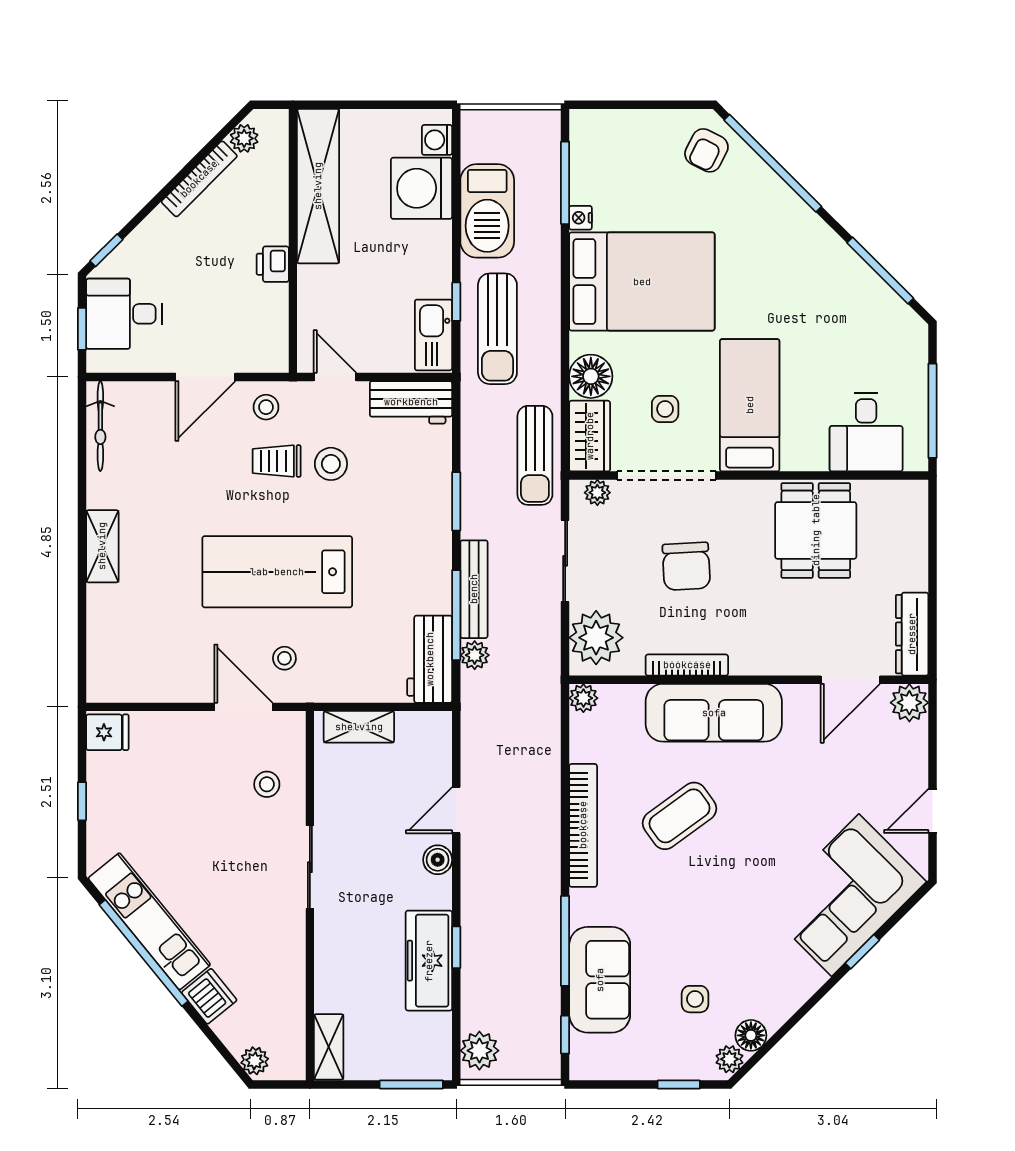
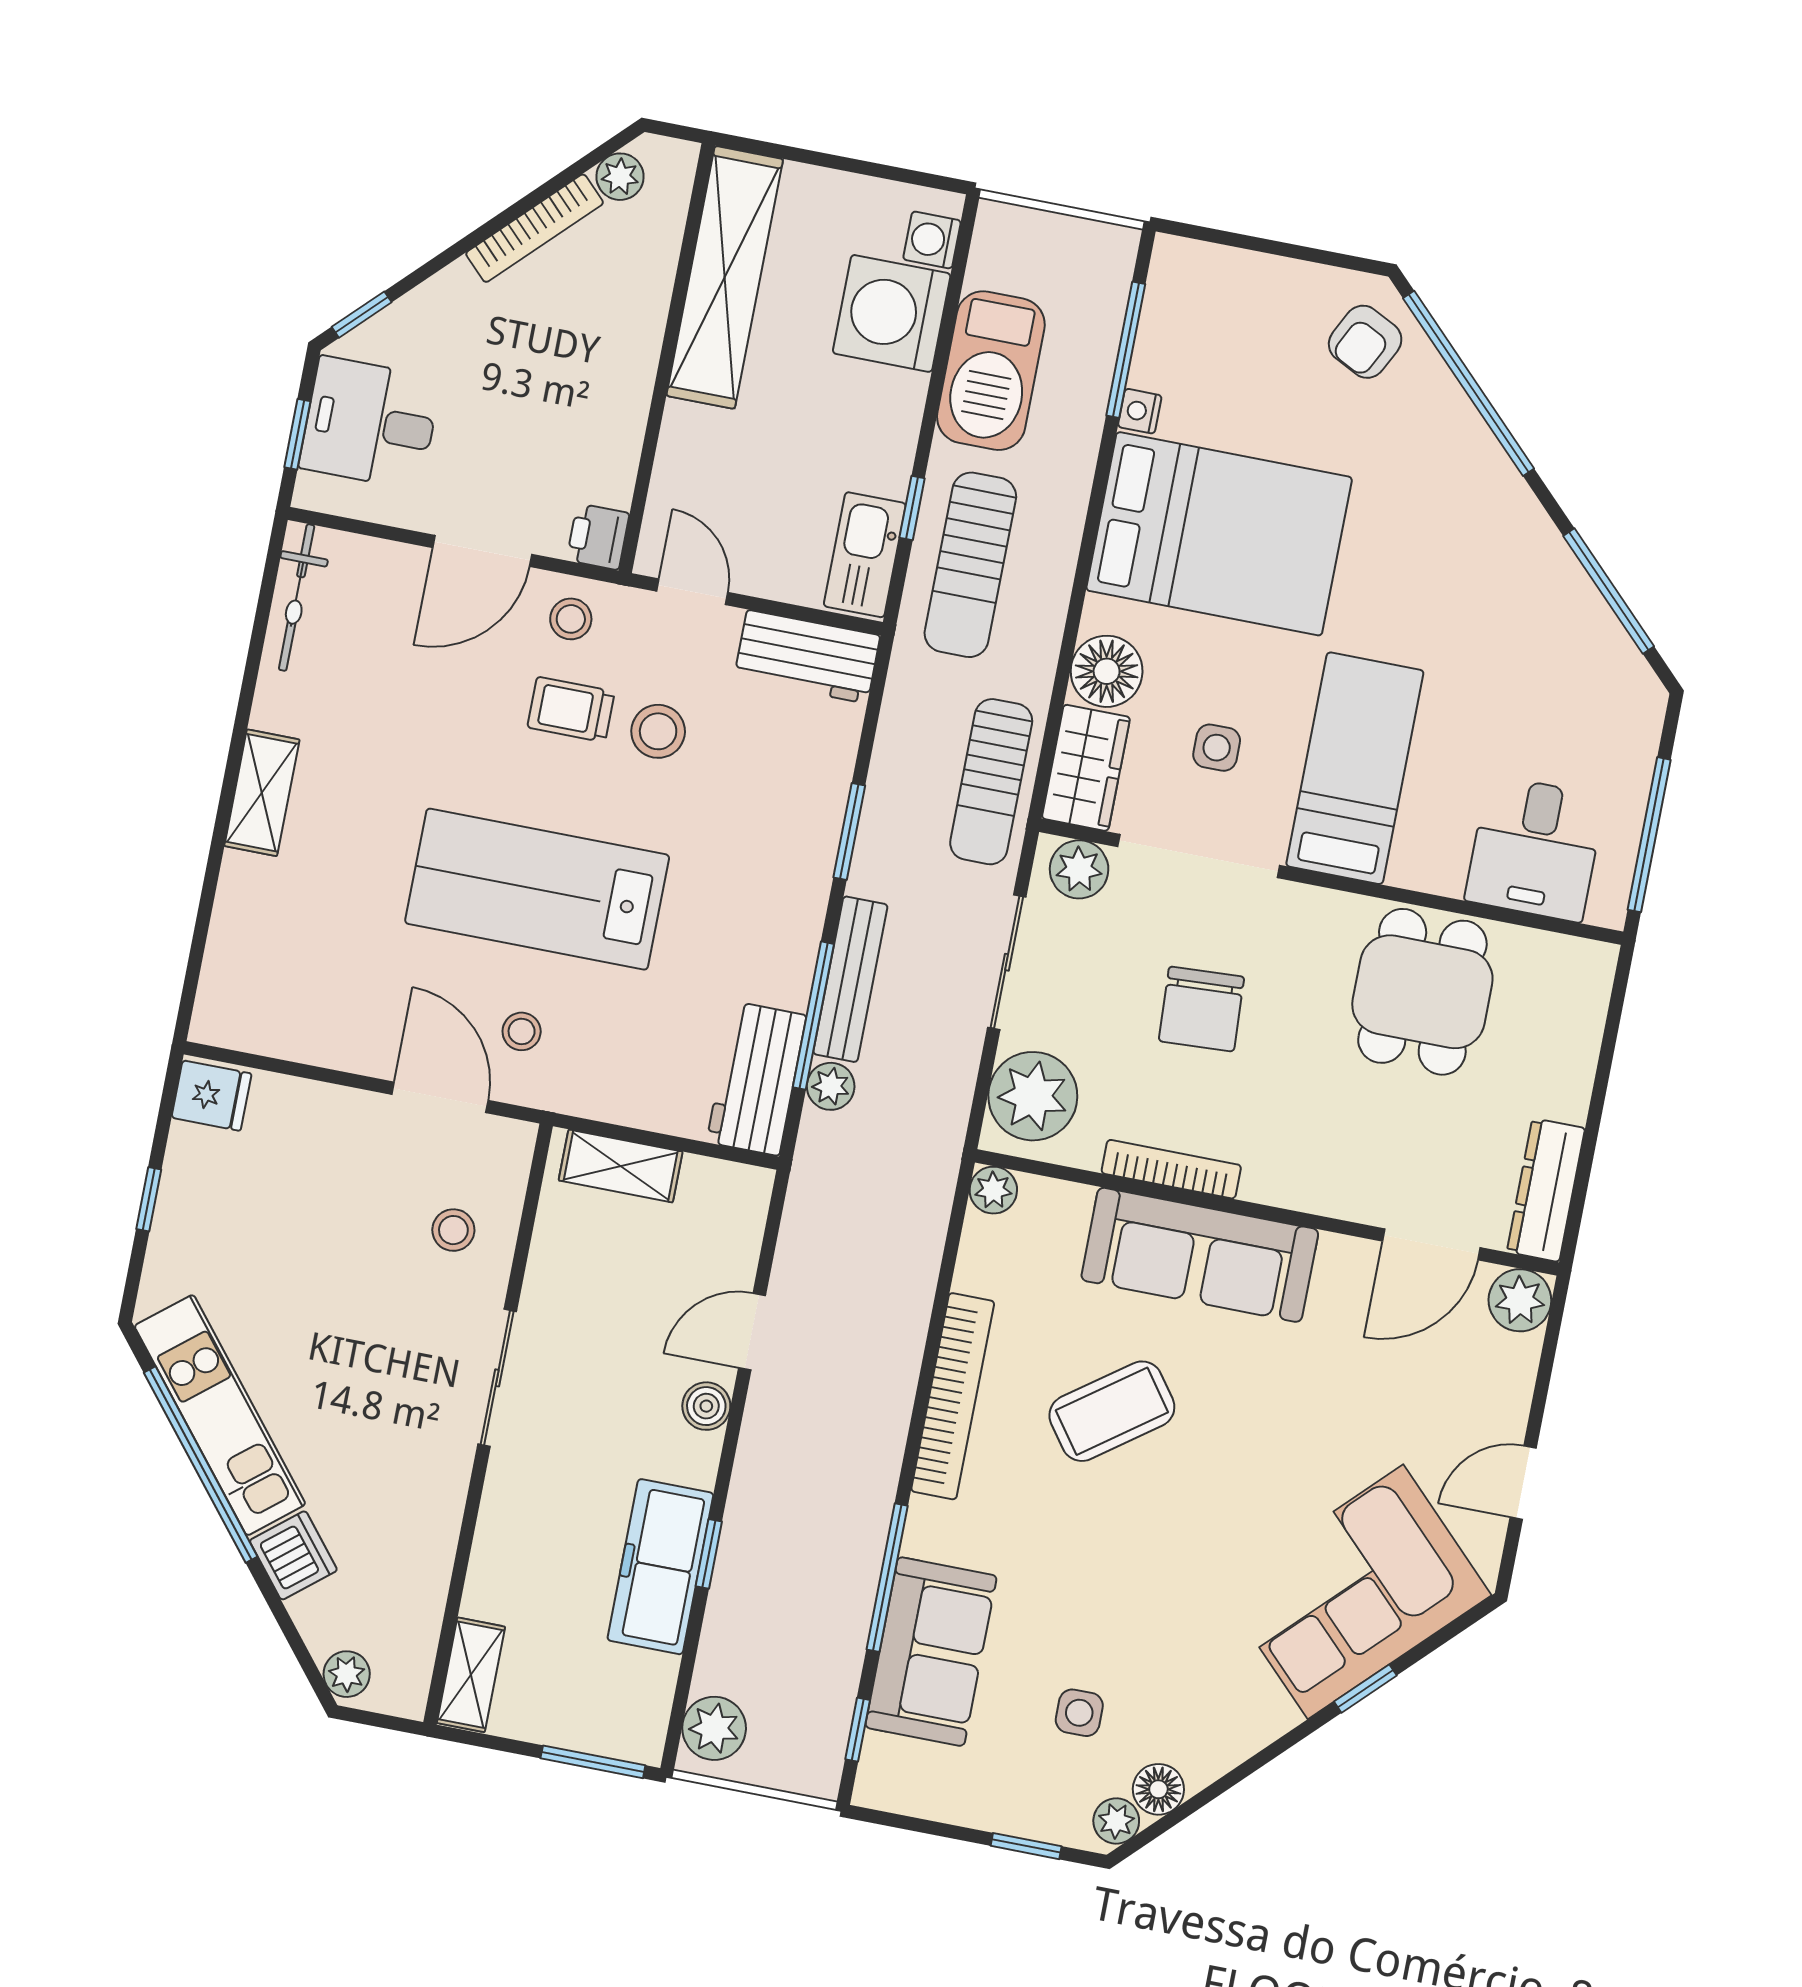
printer: (273, 264) -> (598, 537), moved
plant: (597, 493) -> (1079, 869), width x1.38, depth x1.38

